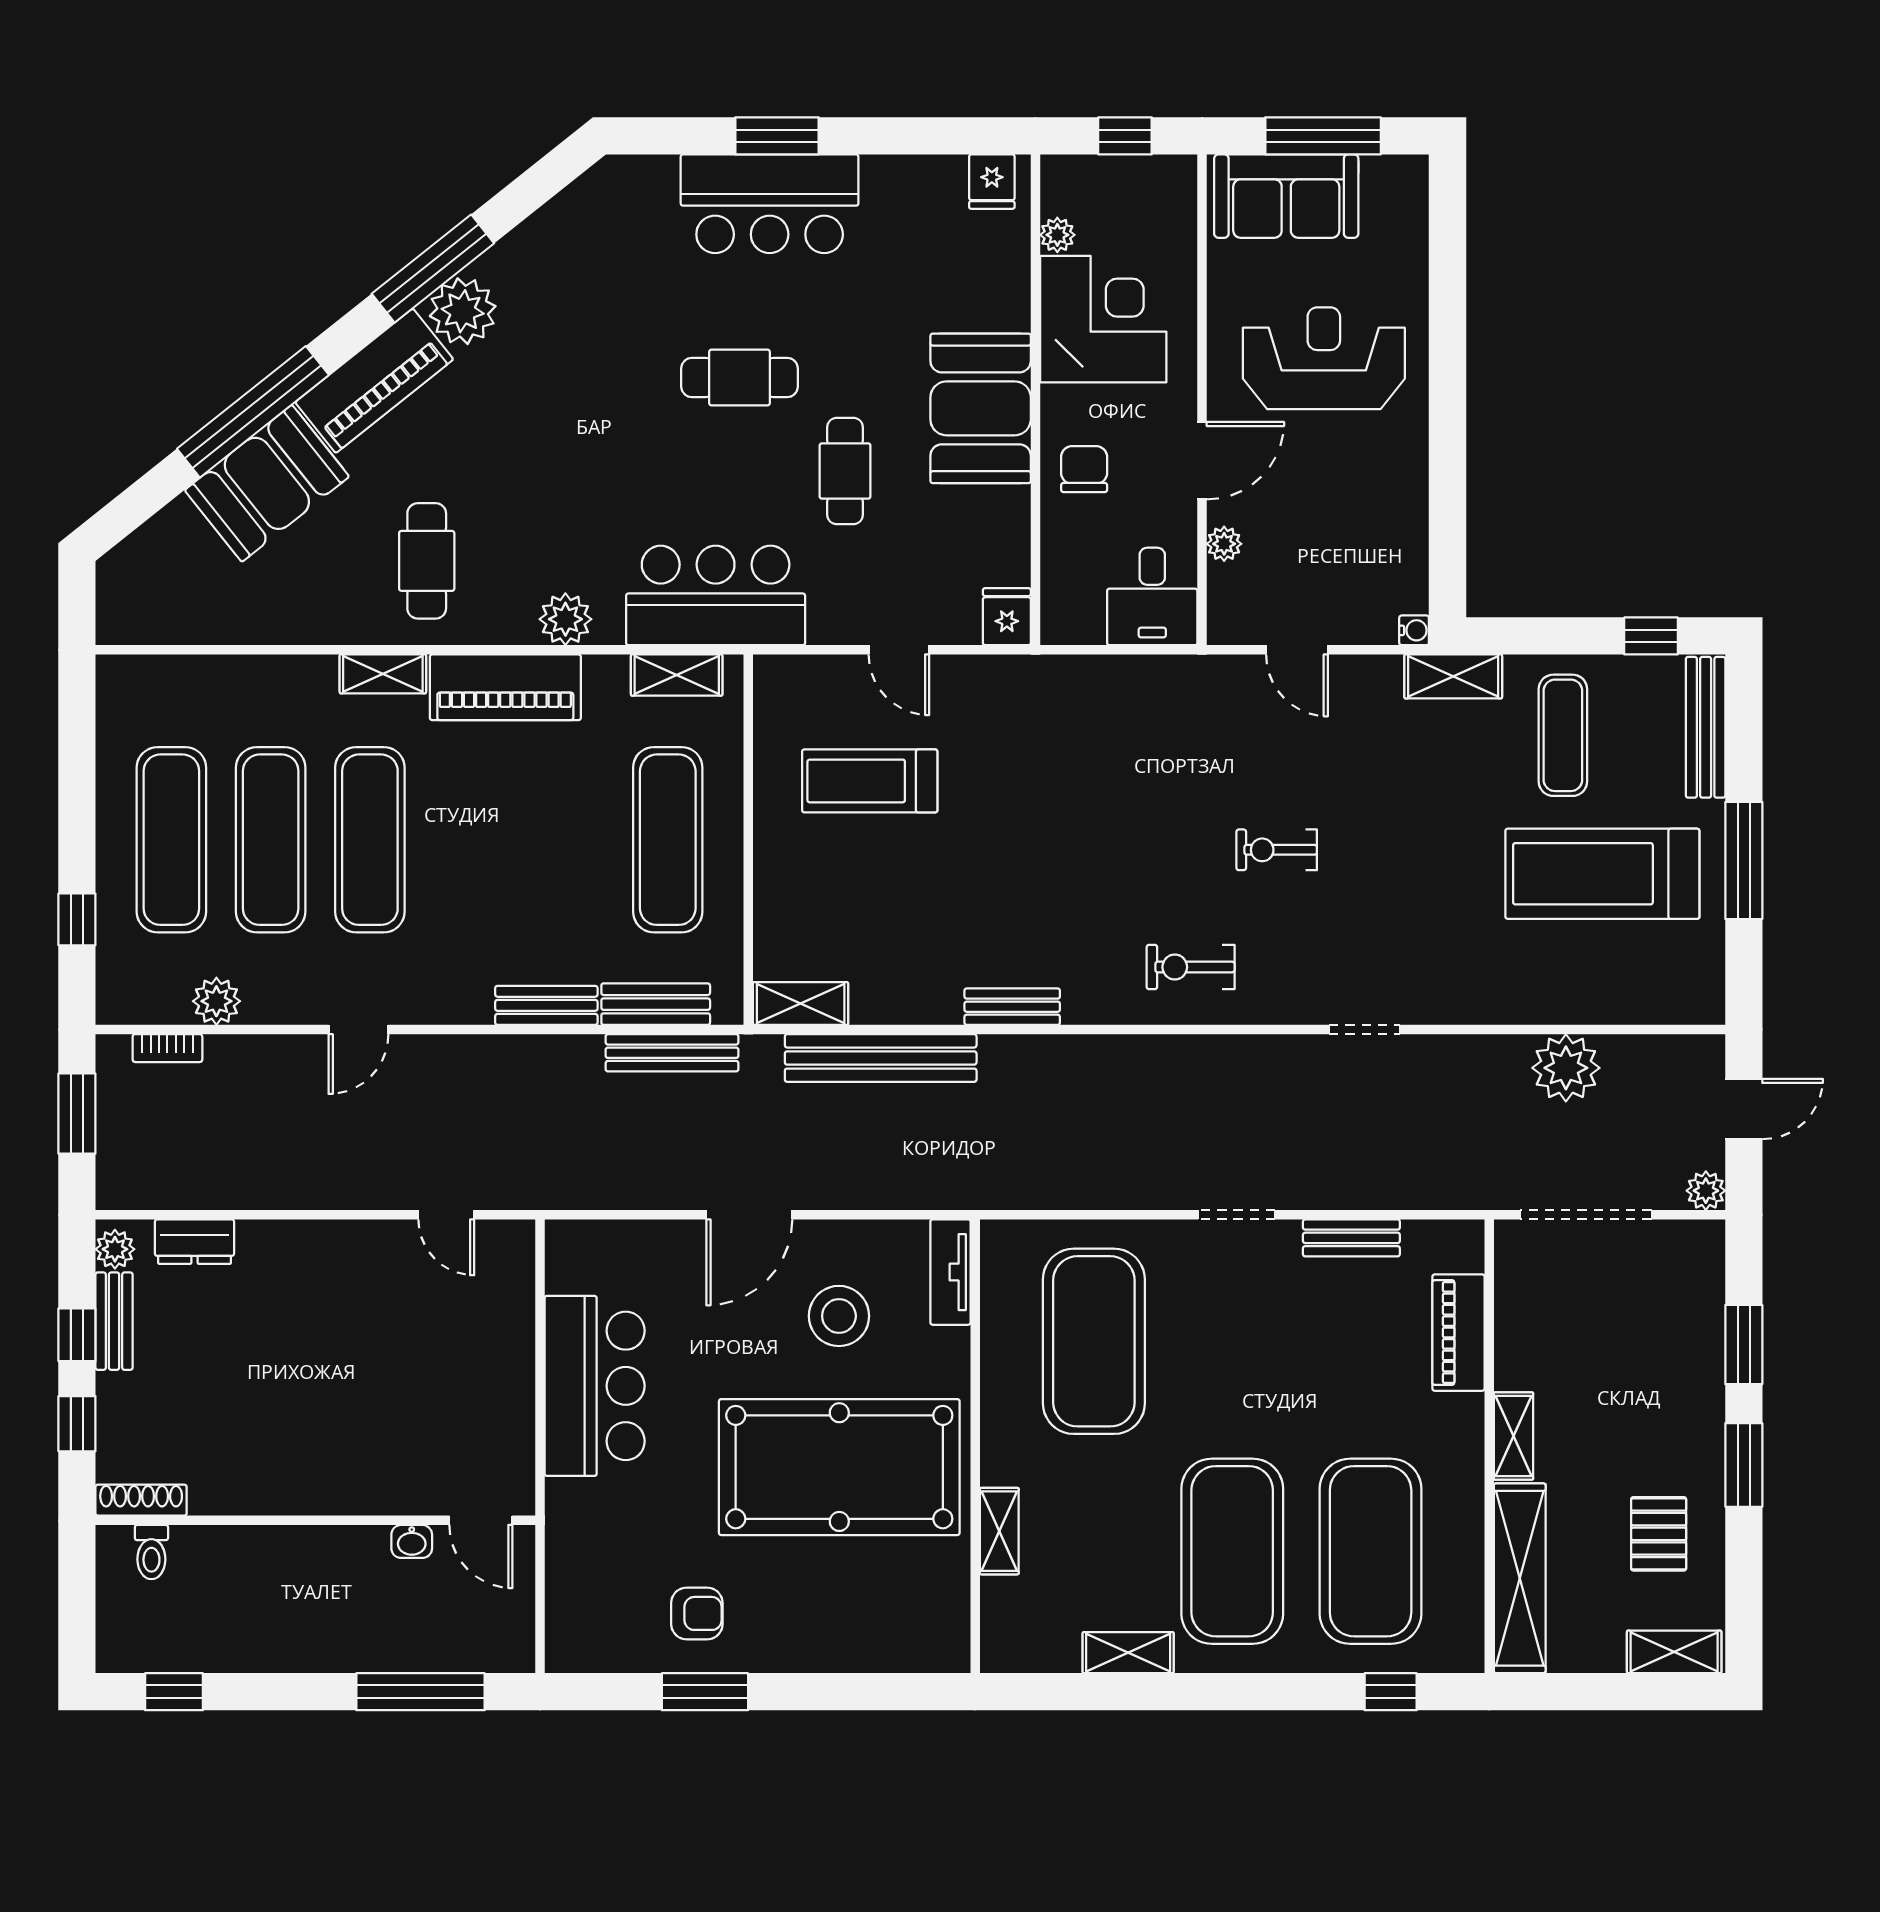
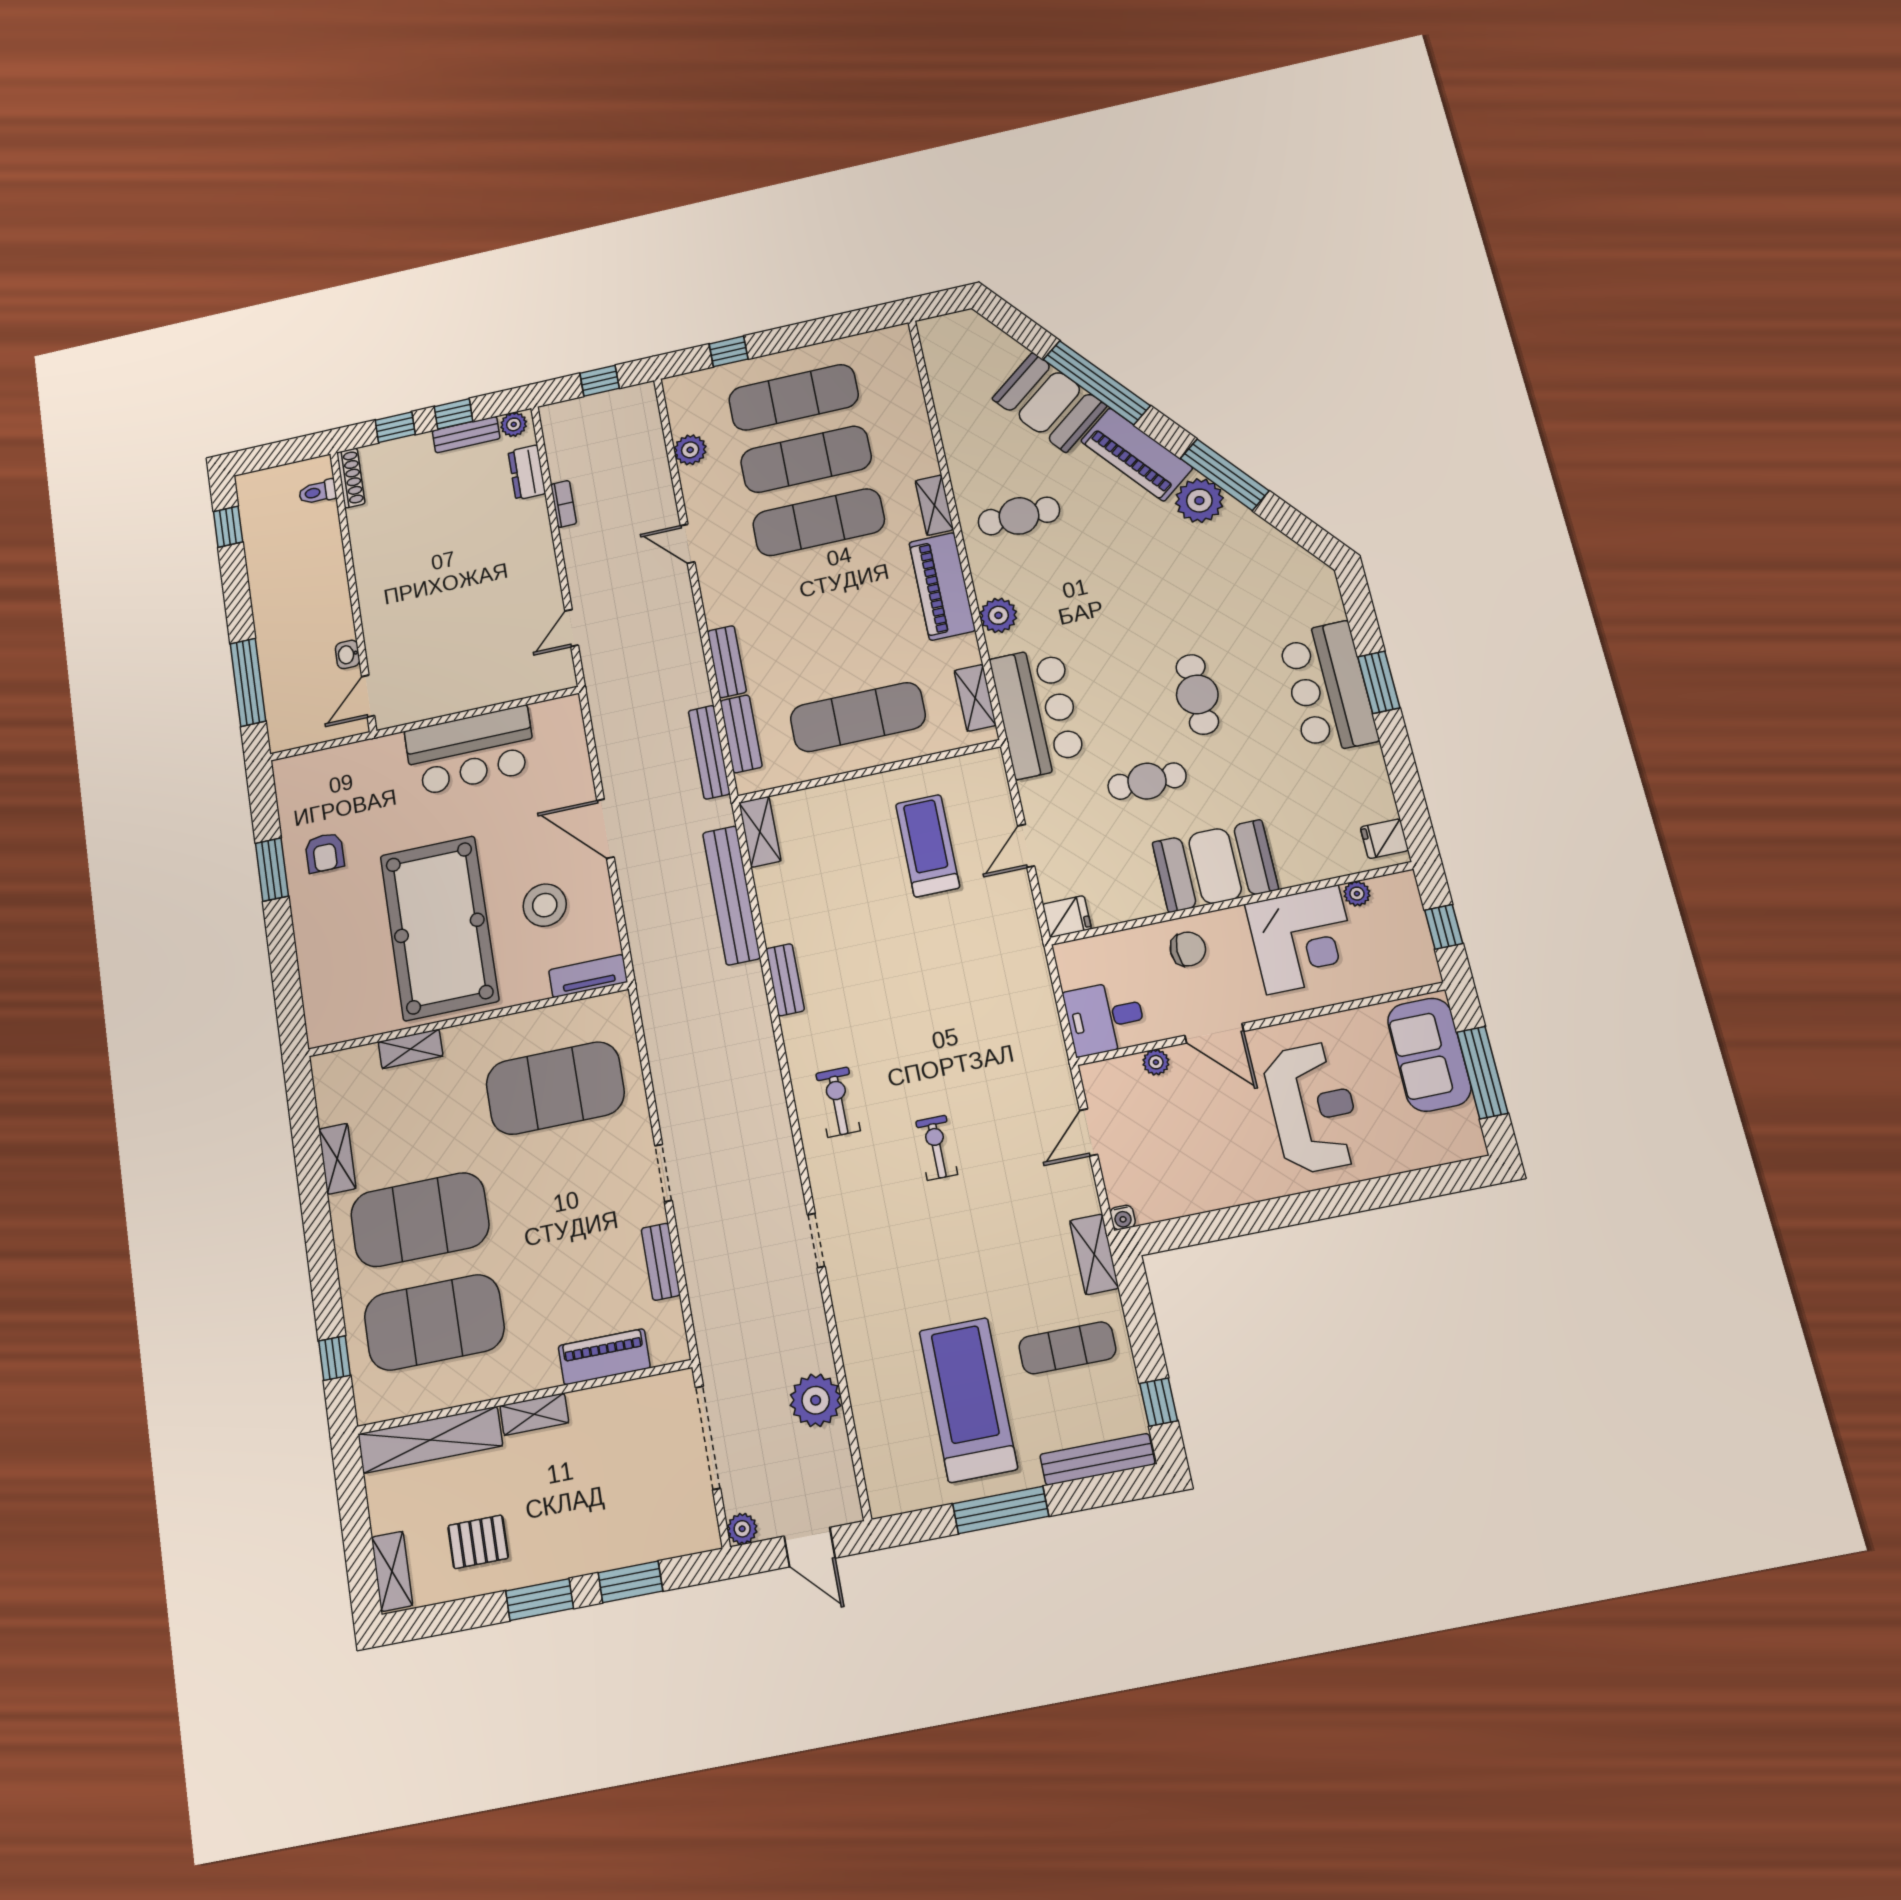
bookcase: (167, 1048) -> (564, 504), moved, turned 180
window: (77, 1114) -> (599, 381), width x0.67

